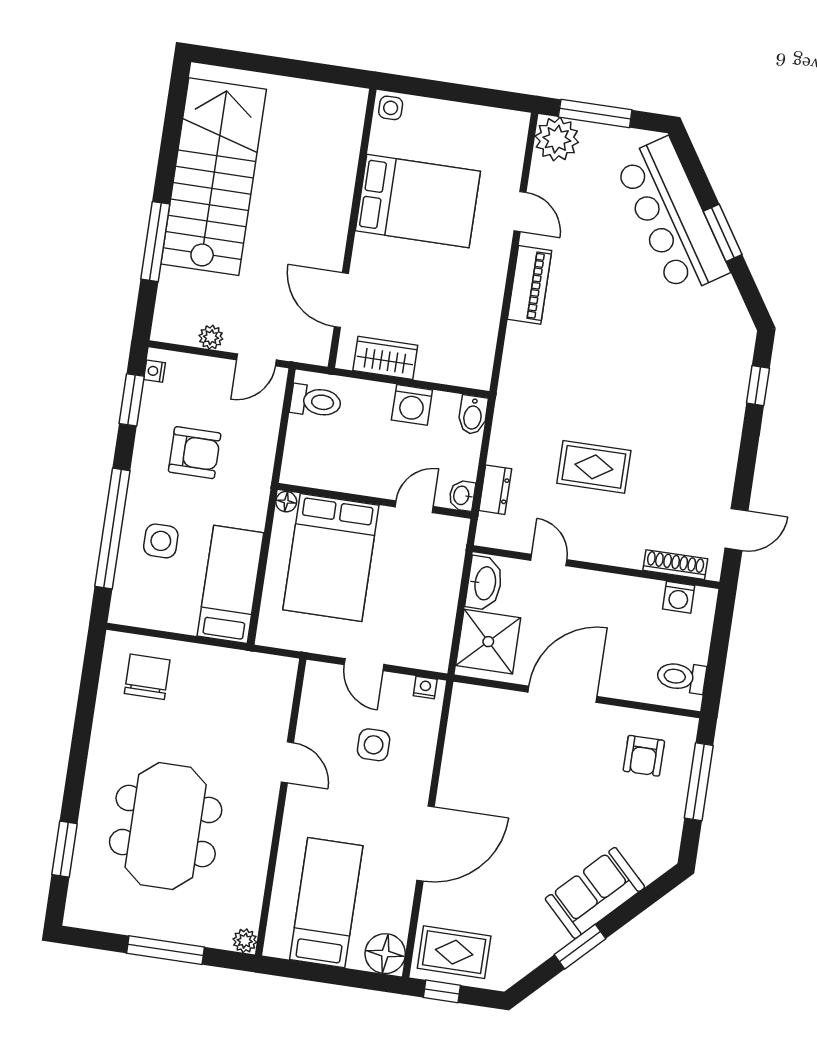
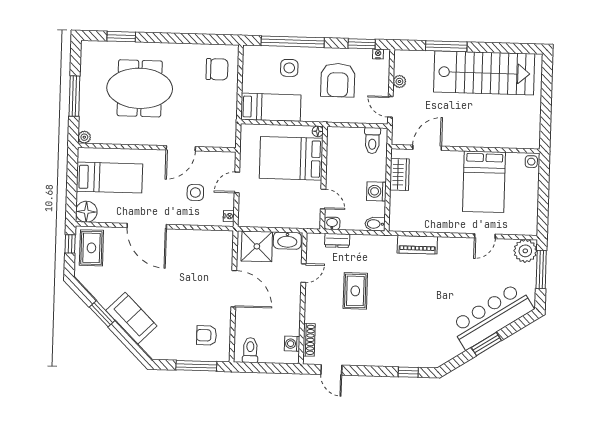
piano: (530, 285) -> (417, 245), moved
armchair: (195, 453) -> (338, 80), width x1.36, depth x1.36
door: (287, 762) -> (181, 148), width x1.38

